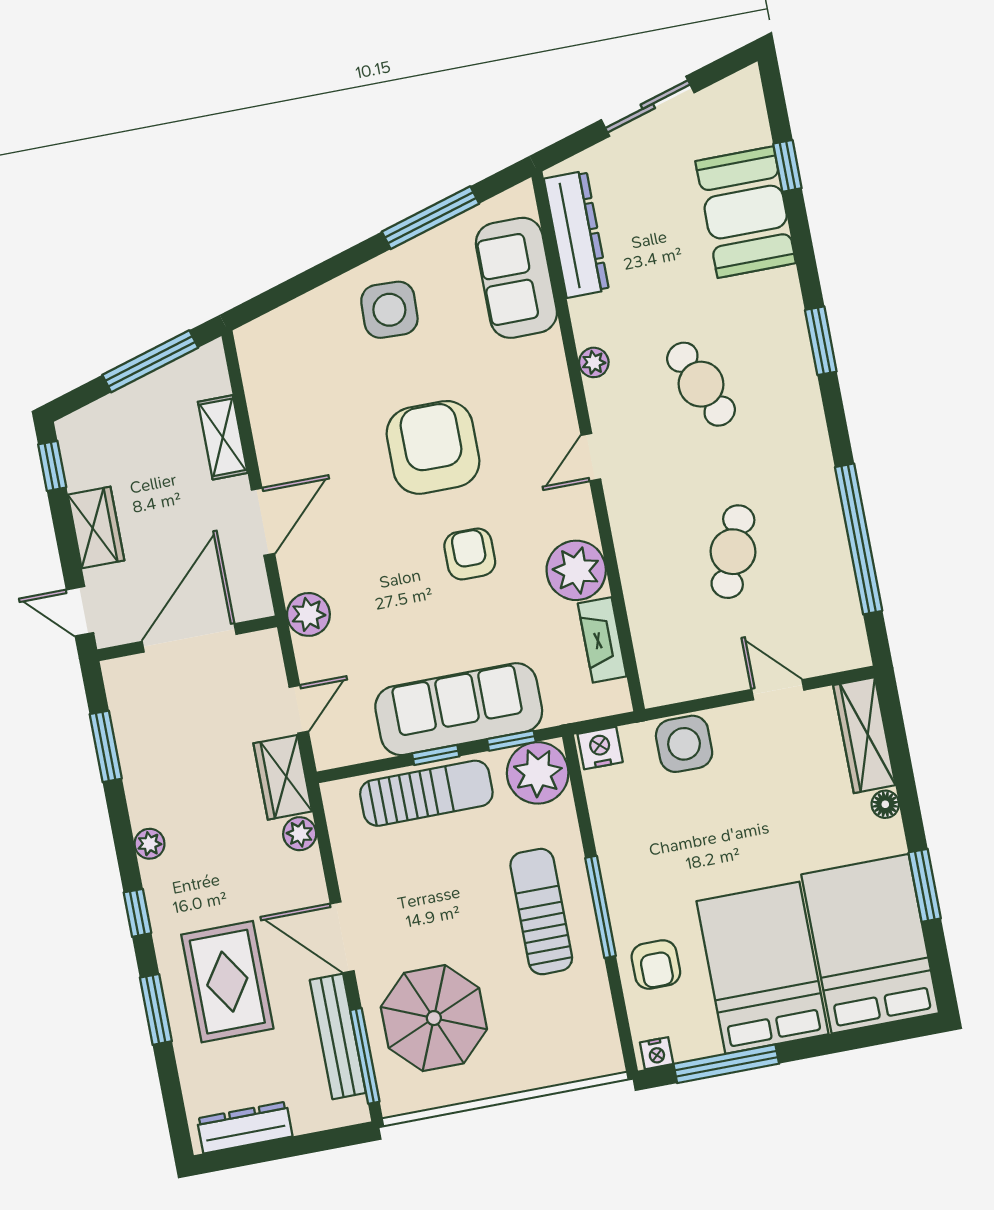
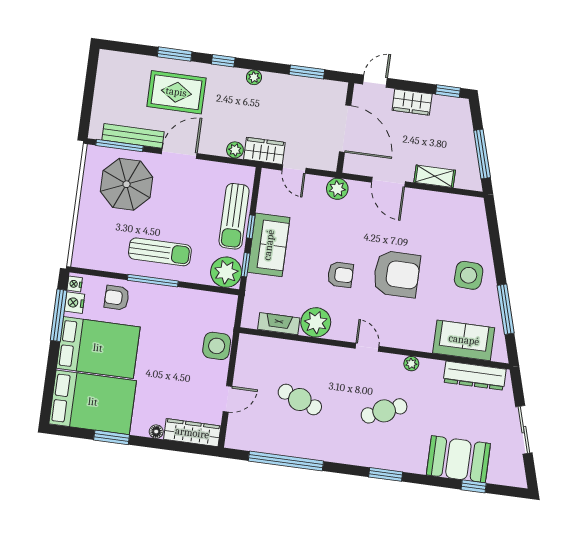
sofa: (459, 709) -> (269, 245), width x0.73
nightstand: (600, 748) -> (74, 303), moved, turned 180
dresser: (245, 1127) -> (105, 77), removed

